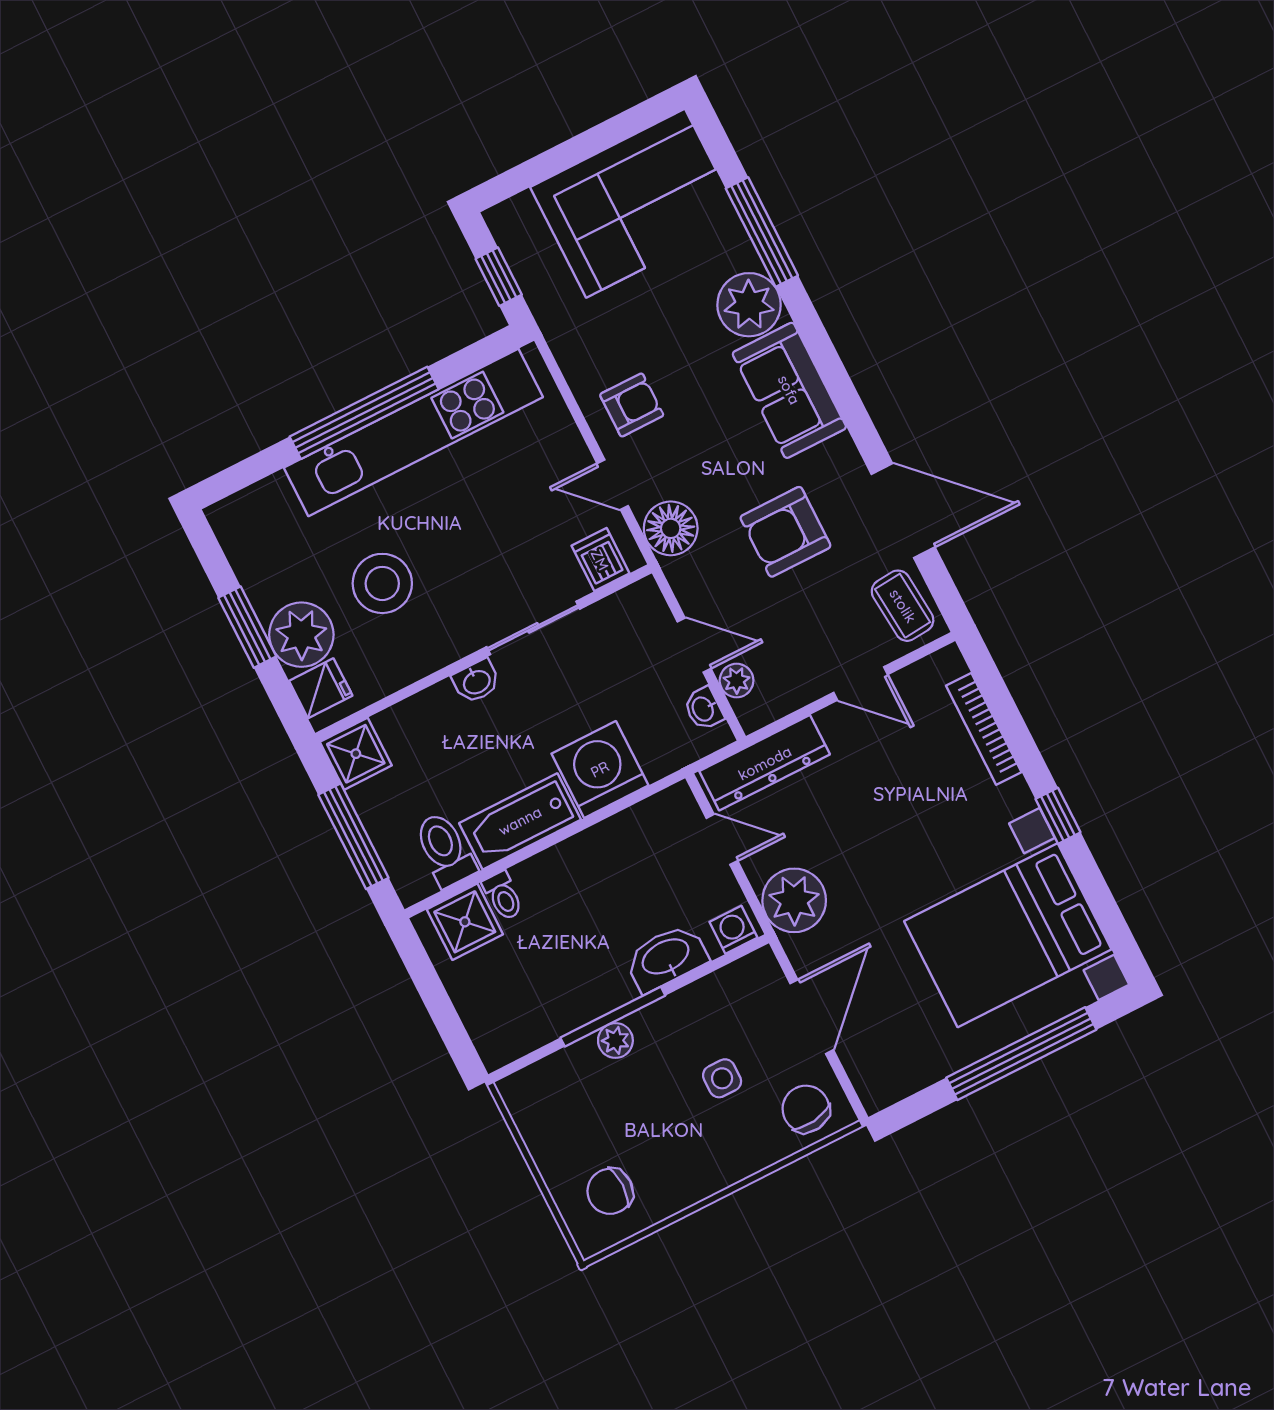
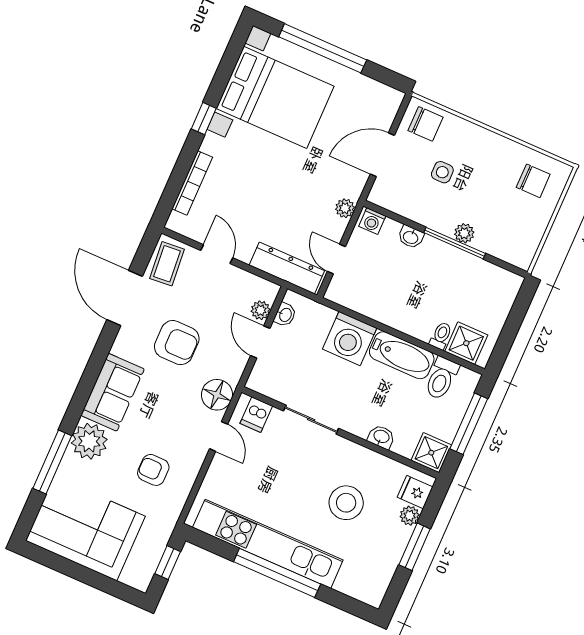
armchair: (632, 405) -> (153, 470), moved
plant: (301, 635) -> (410, 516), width x0.53, depth x0.53
washbasin: (476, 681) -> (381, 437), moved
plant: (794, 900) -> (345, 208), width x0.53, depth x0.53
washbasin: (666, 958) -> (411, 237), width x0.52, depth x0.69
chair: (806, 1109) -> (425, 124), turned -82

